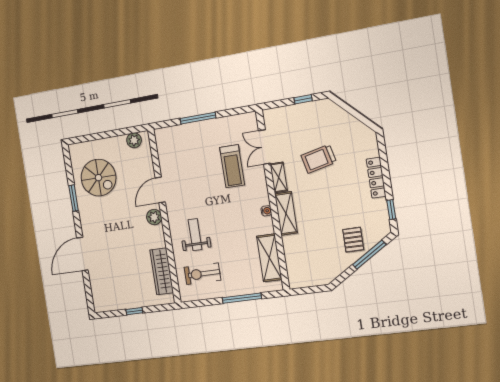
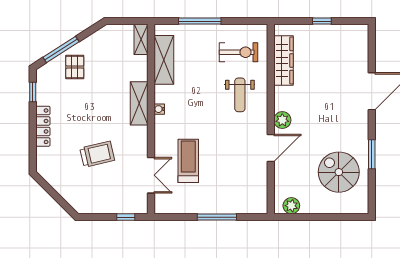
window: (303, 99) -> (126, 217), moved
shelving: (279, 177) -> (141, 39), moved

